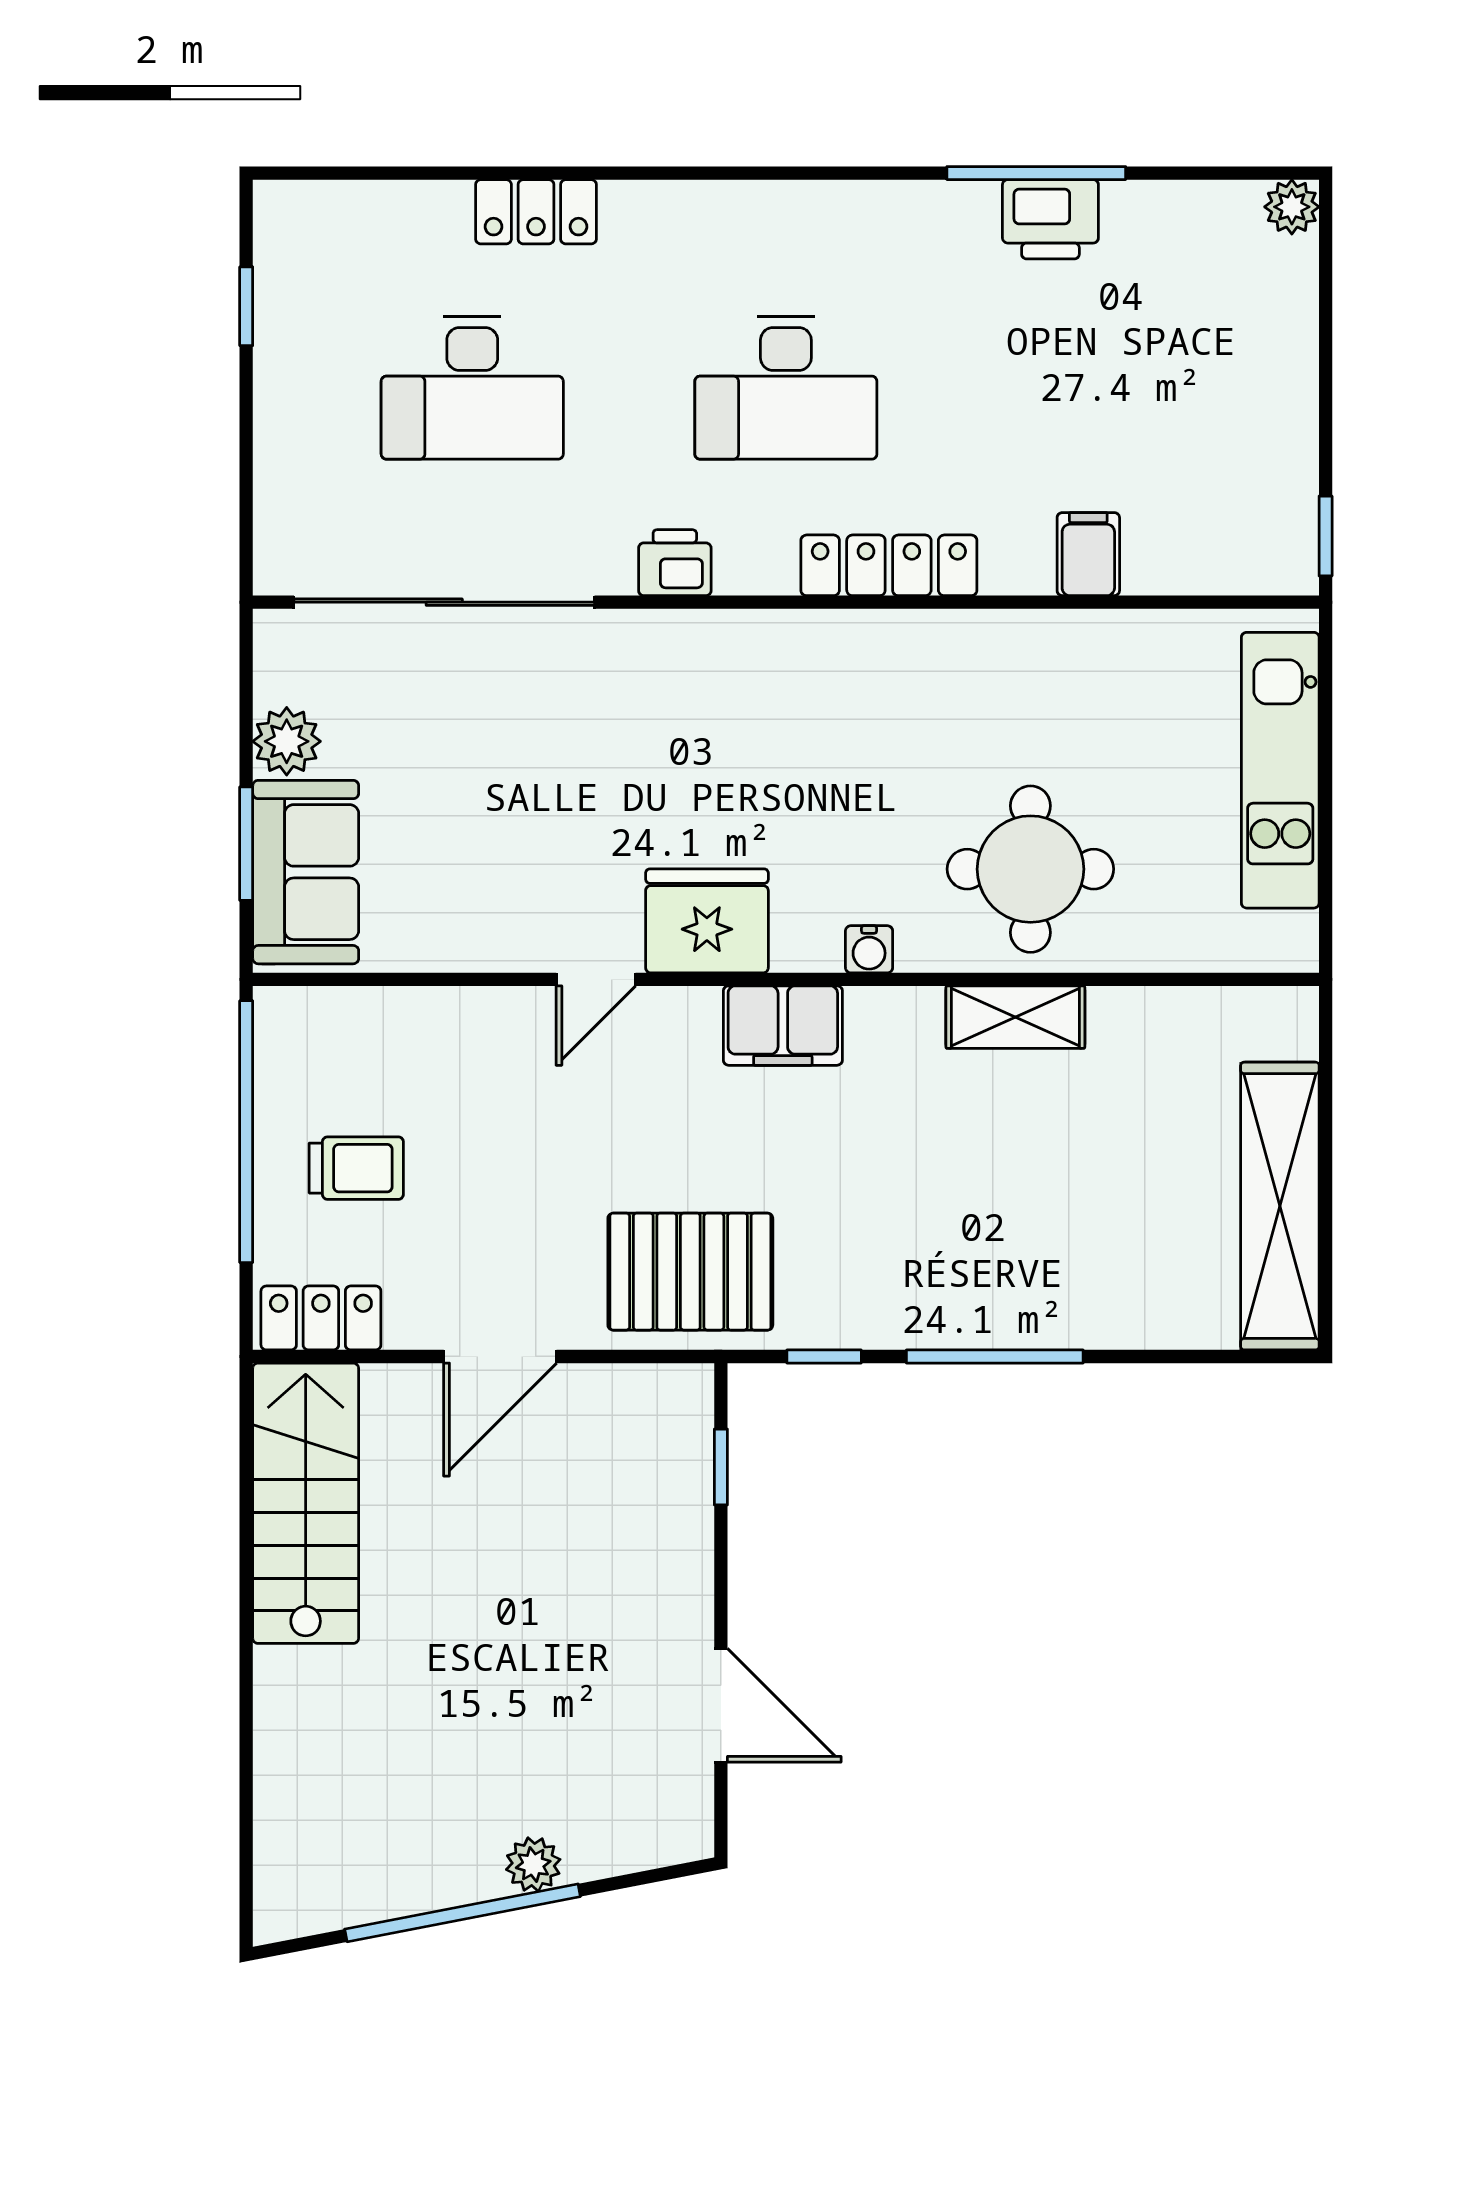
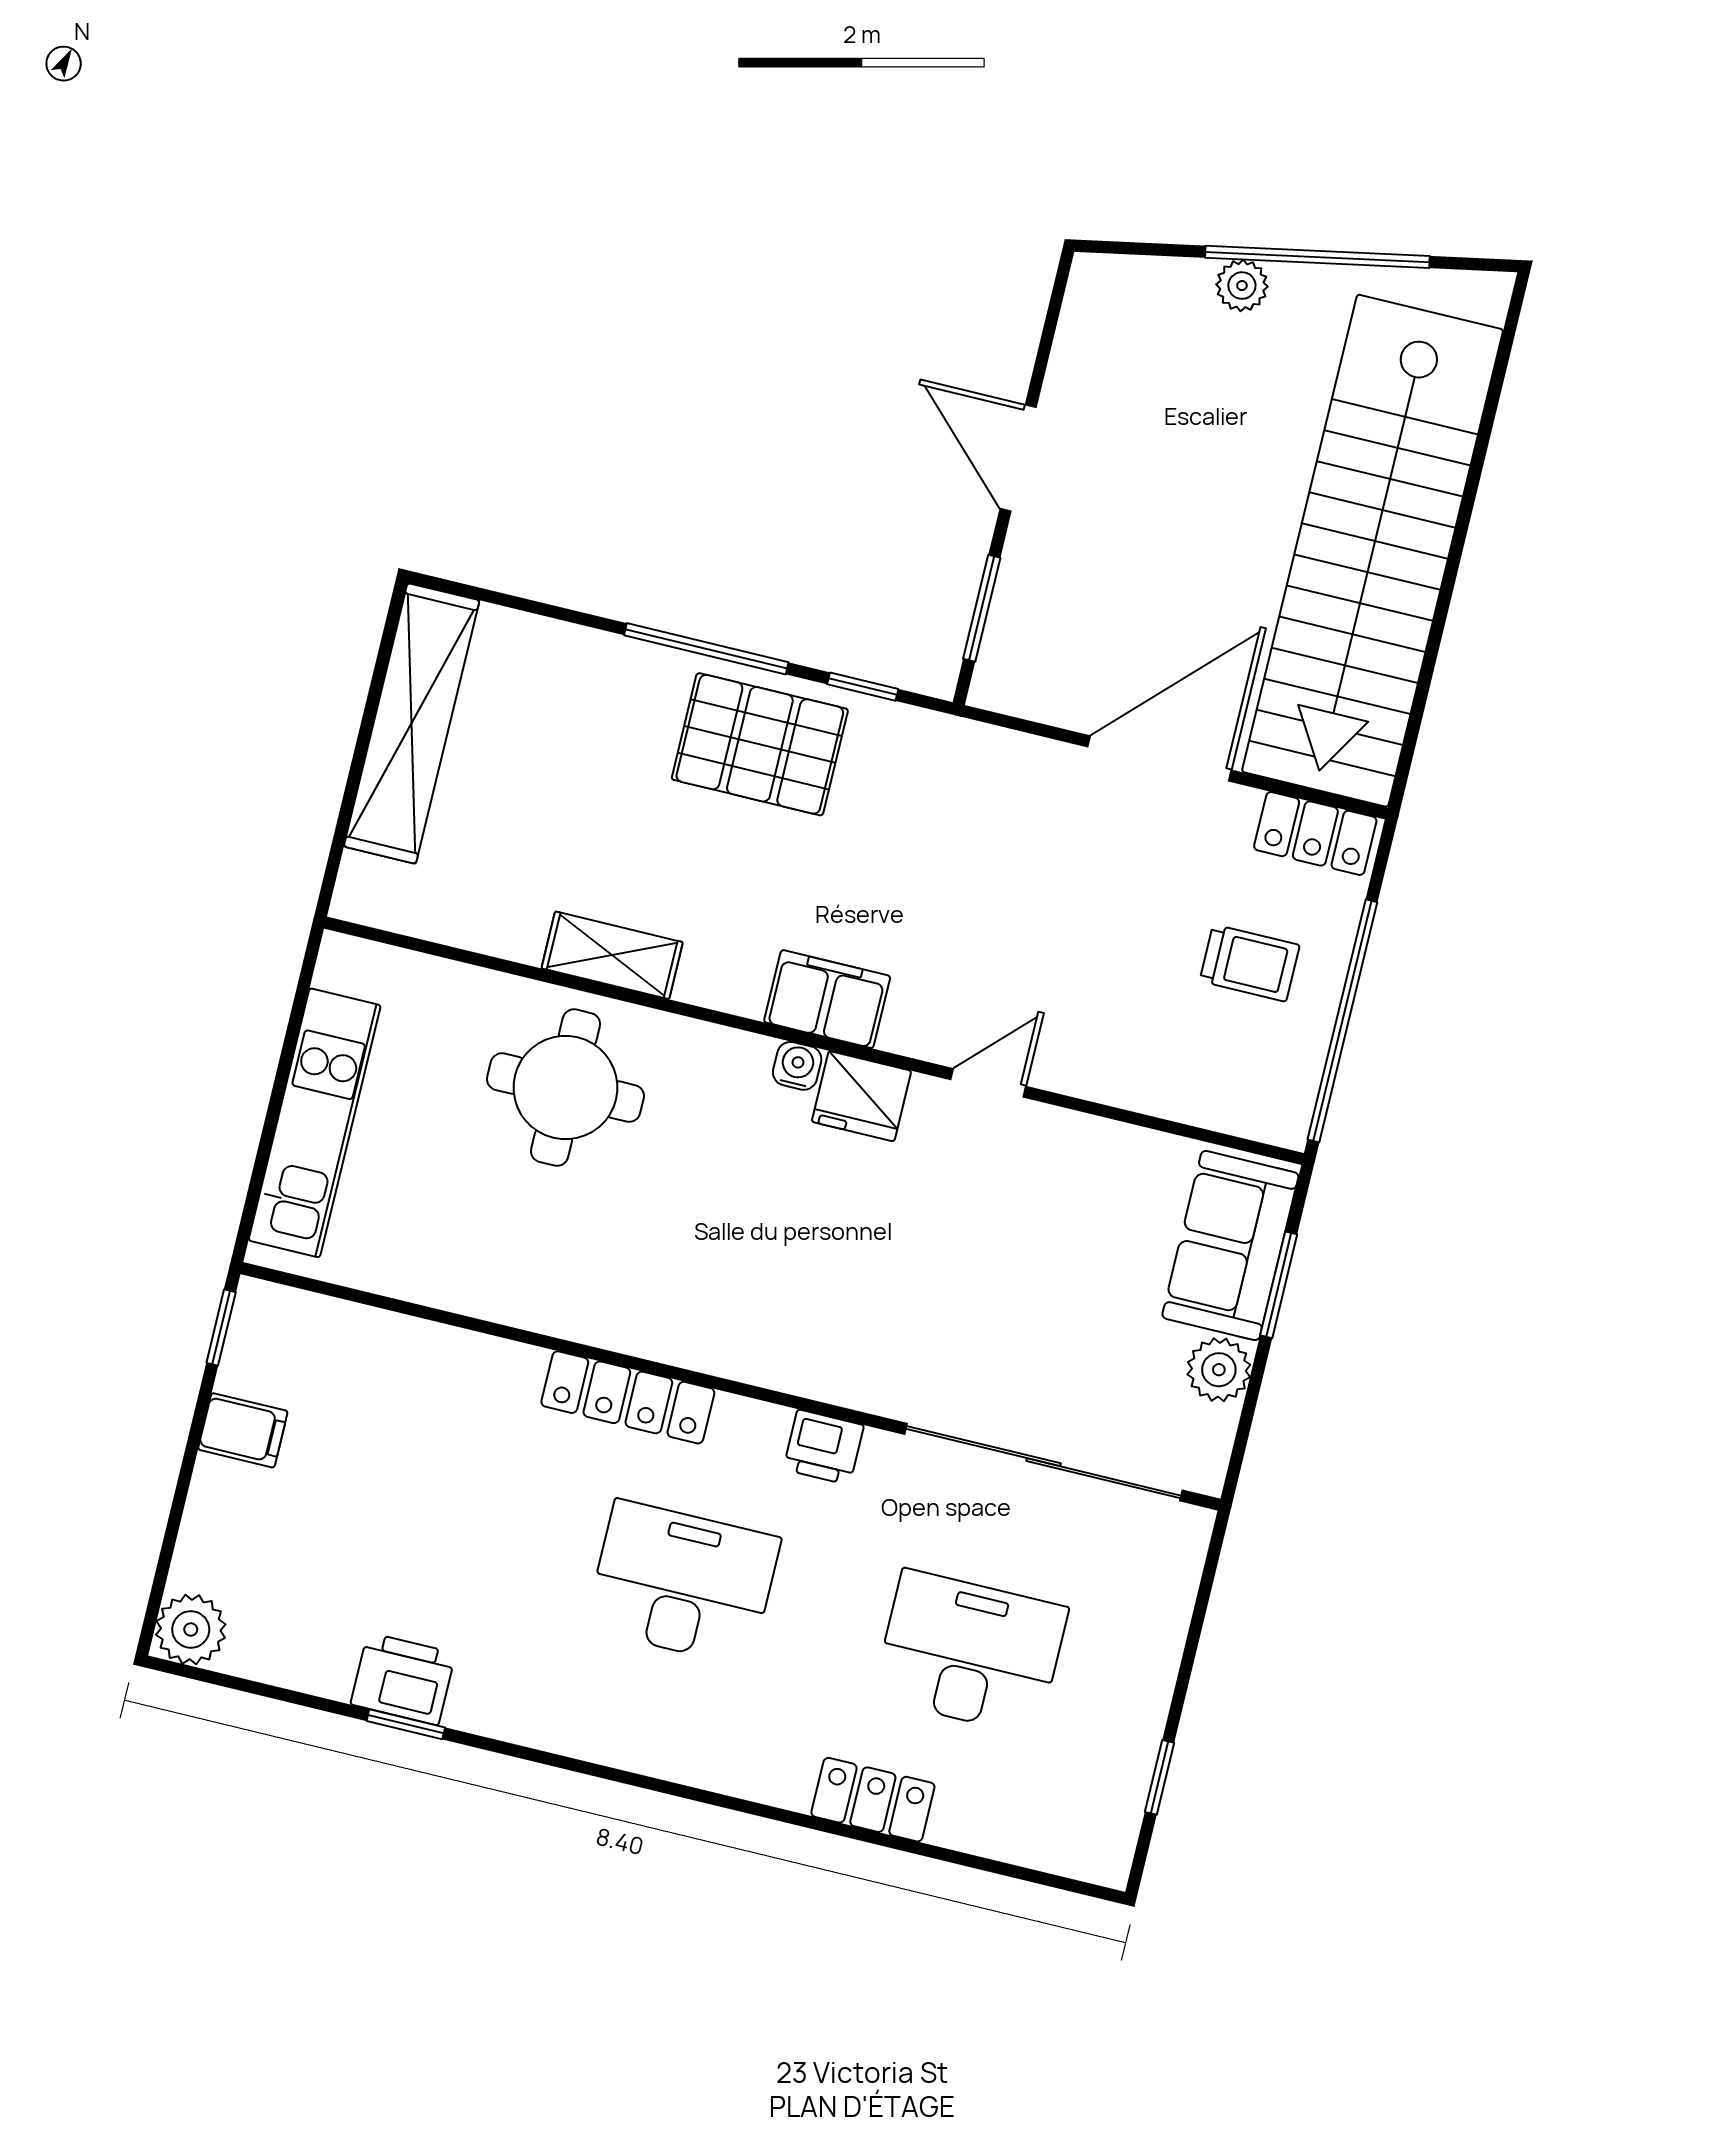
window: (1036, 173) -> (406, 1724), width x0.46
plant: (1292, 207) -> (191, 1629), width x1.38, depth x1.38
filing cabinet: (1088, 554) -> (243, 1430), moved, turned -90
fridge: (707, 921) -> (861, 1096), width x0.73, depth x0.75
water cooler: (869, 949) -> (797, 1066), moved
trolley: (356, 1168) -> (1250, 963), turned 180
pallet: (690, 1272) -> (760, 744), moved
door: (500, 1356) -> (1160, 758), width x1.36
window: (721, 1467) -> (982, 608), width x1.50
stairs: (306, 1503) -> (1373, 551), width x1.86, depth x1.51
door: (721, 1705) -> (1018, 458), moved

